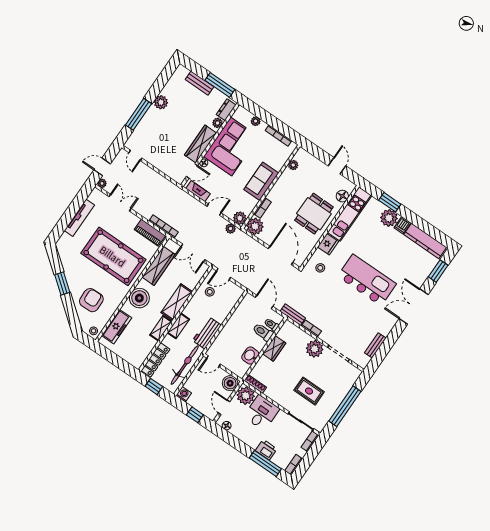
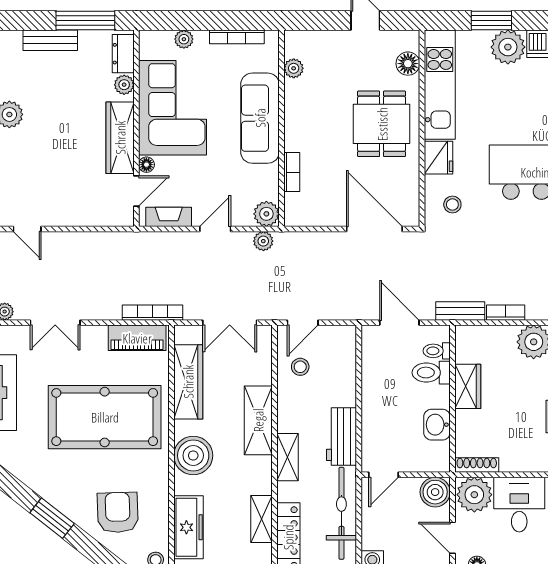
sofa: (261, 181) -> (260, 118), width x1.36
double door: (120, 203) -> (55, 323), swing flipped
plant: (255, 226) -> (300, 210), removed
shelving: (161, 328) -> (262, 519), moved

